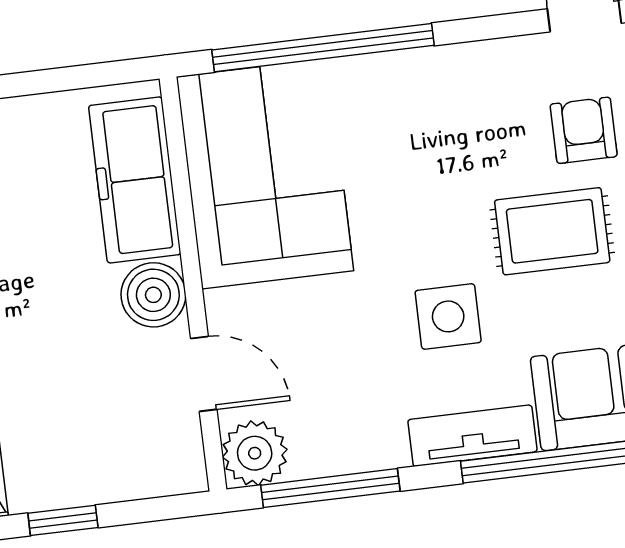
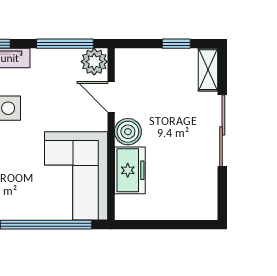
freezer: (135, 180) -> (130, 170), width x0.71

